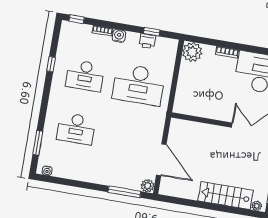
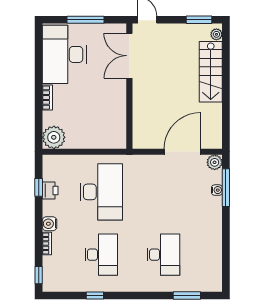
water cooler: (47, 171) -> (217, 190), moved

